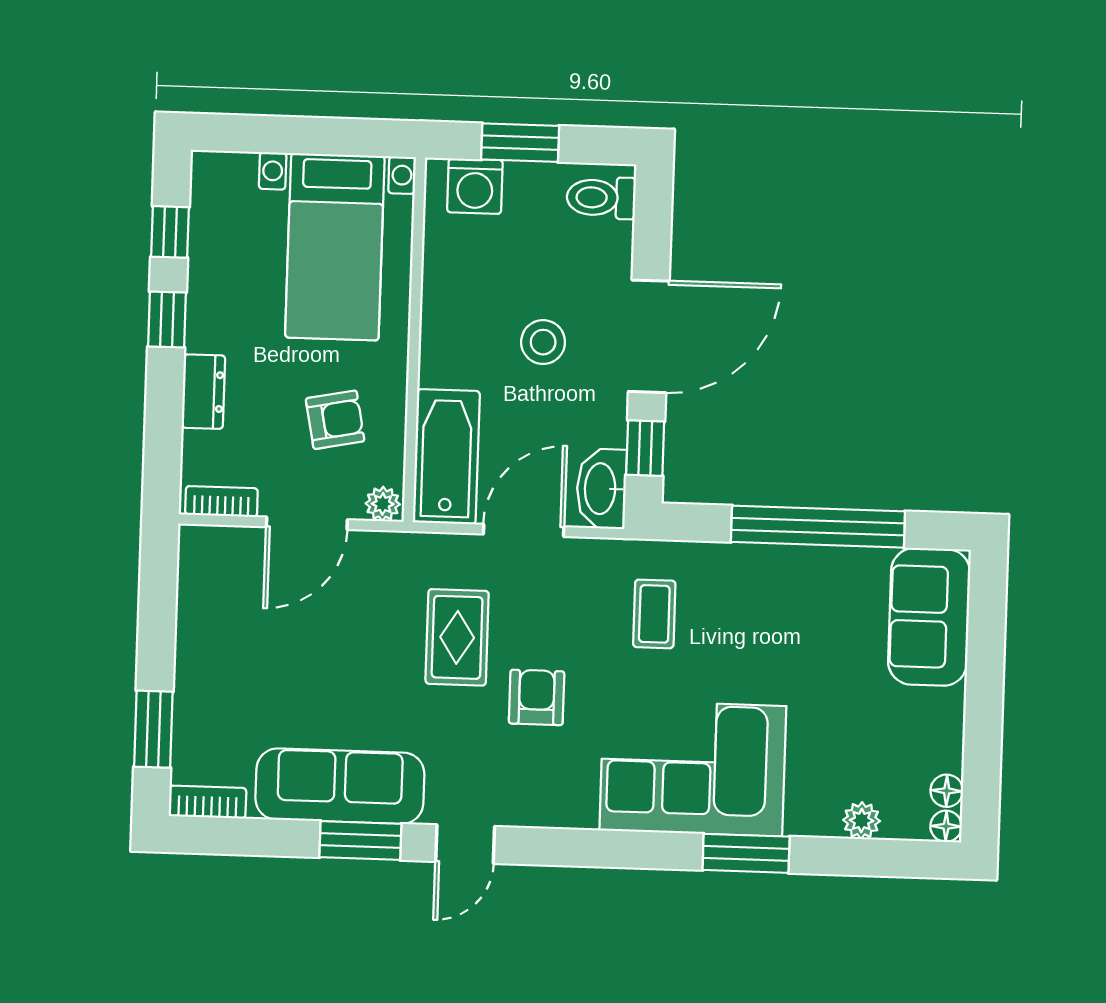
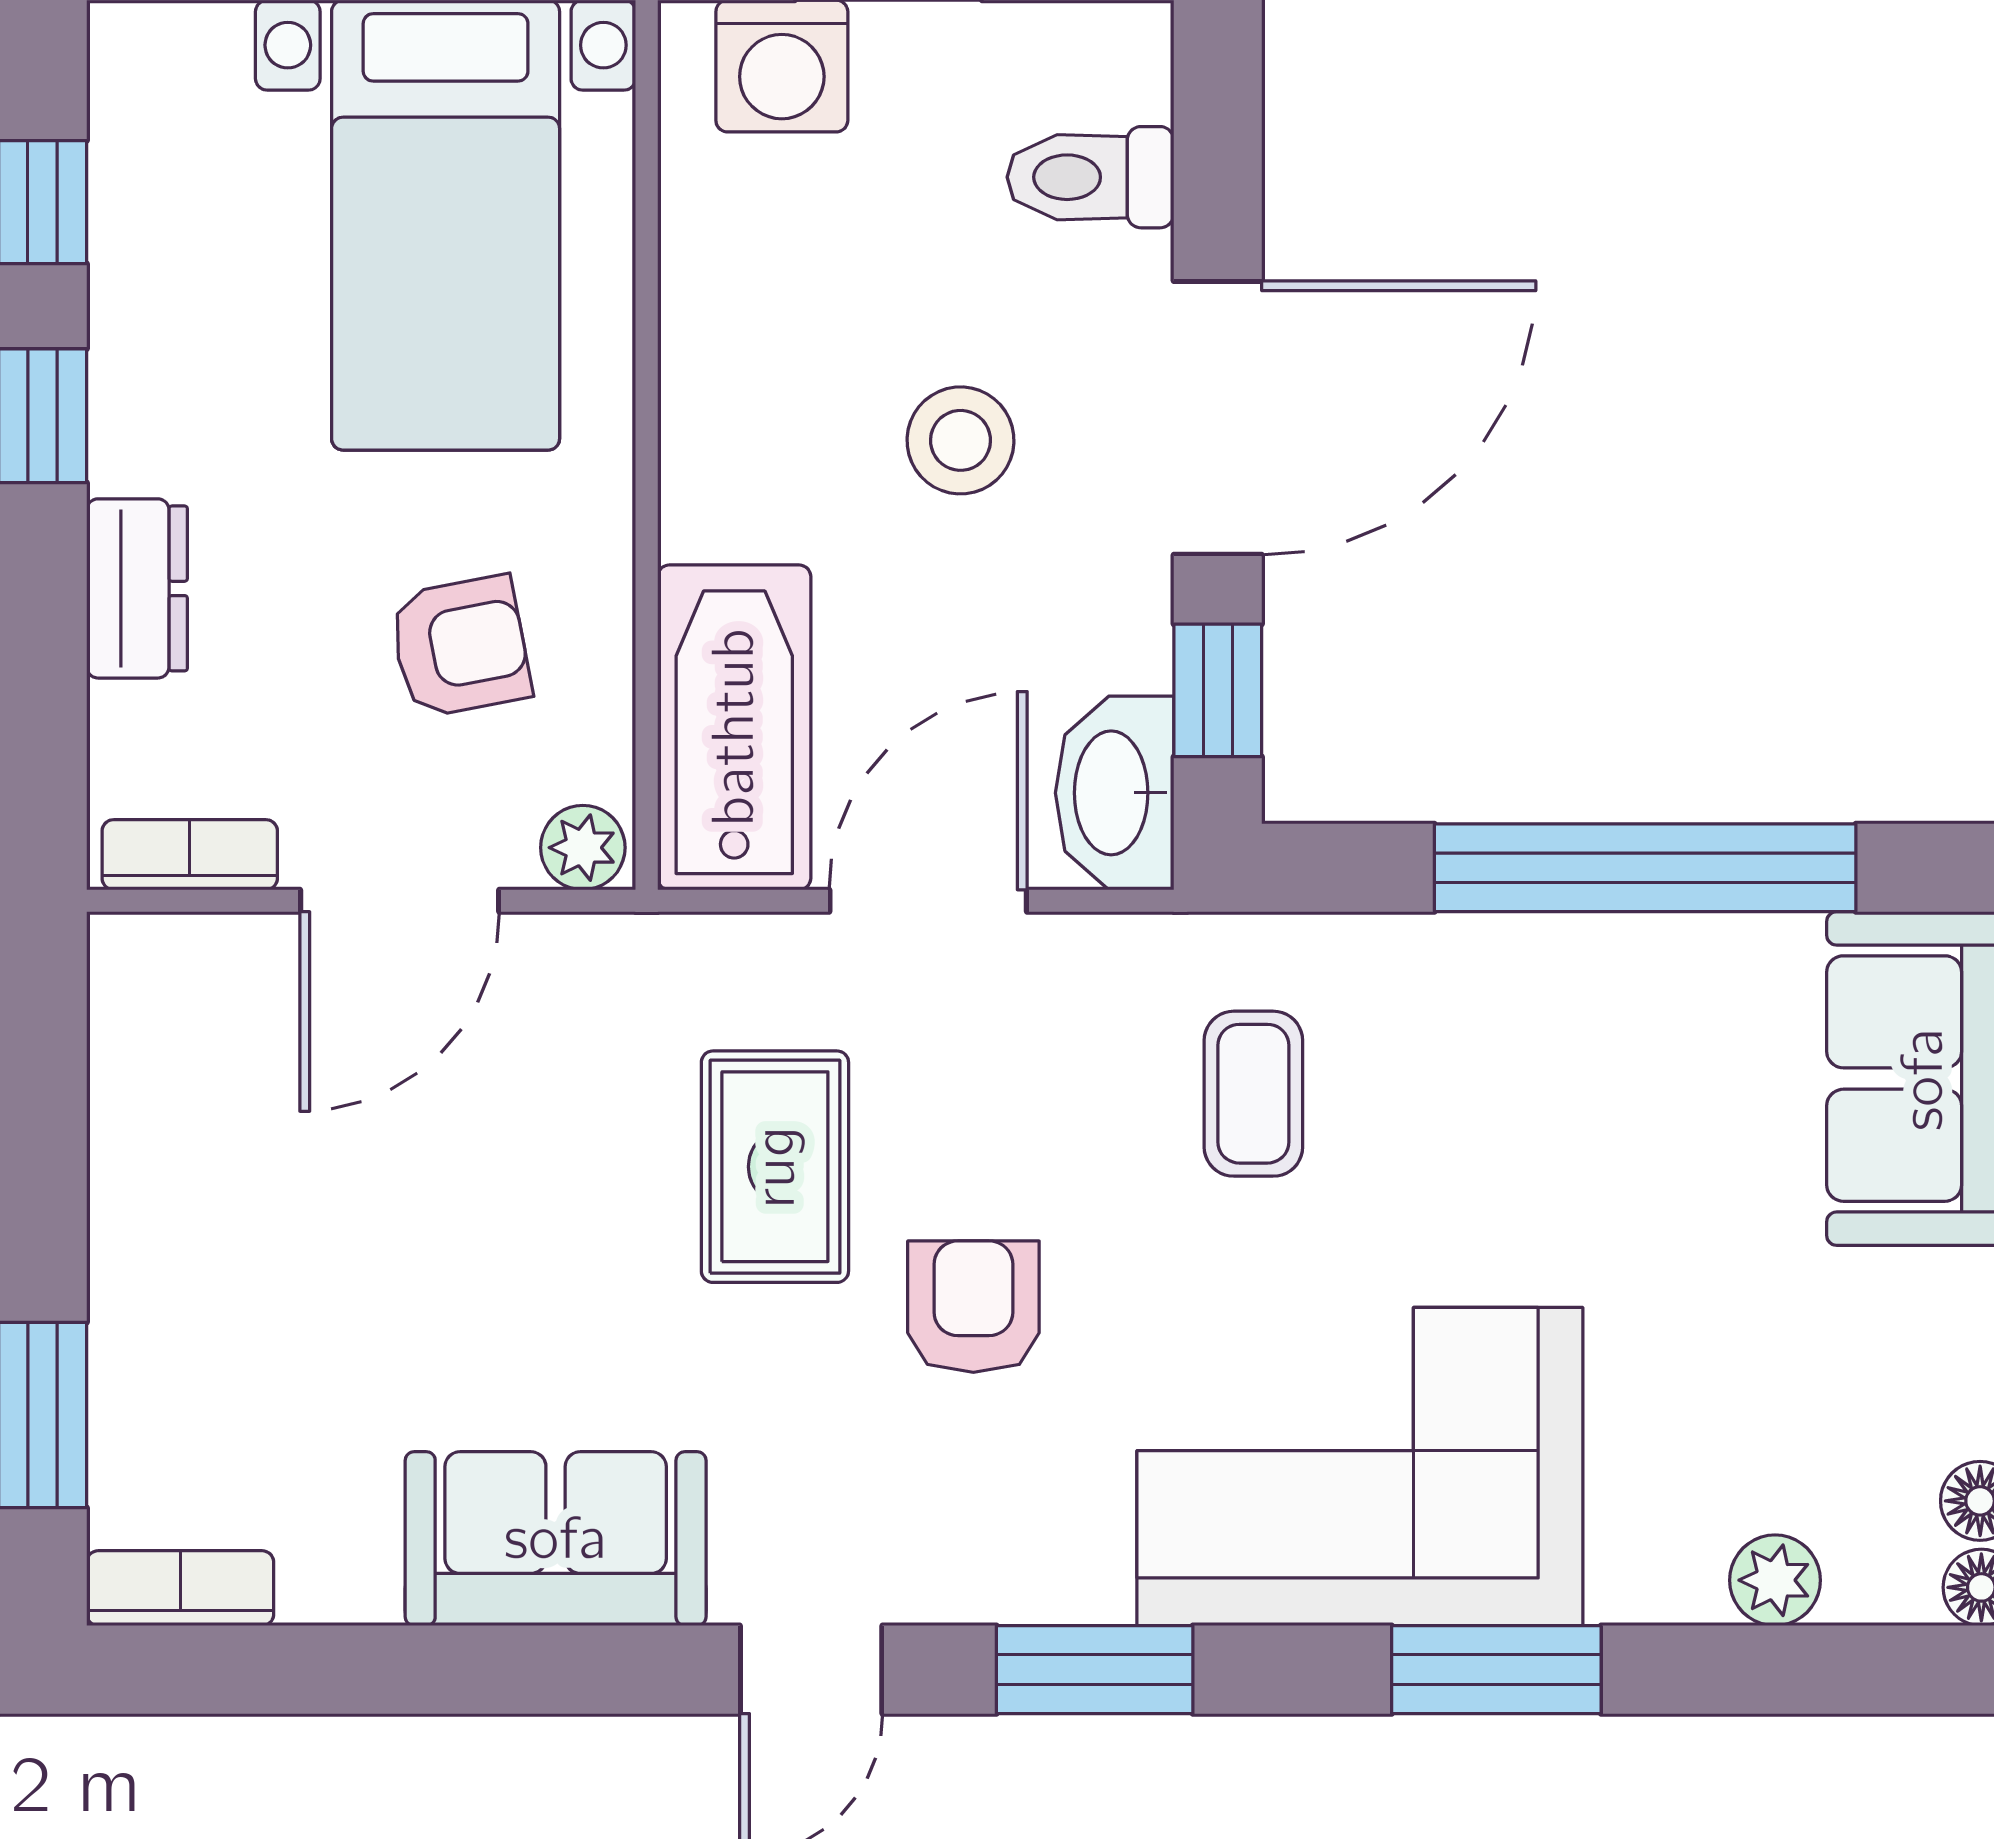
toilet: (601, 198) -> (1090, 177), moved
sofa: (340, 786) -> (556, 1539), width x0.73
window: (360, 841) -> (1095, 1670), moved

